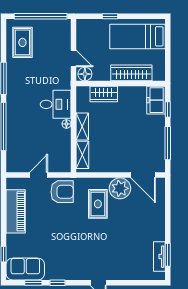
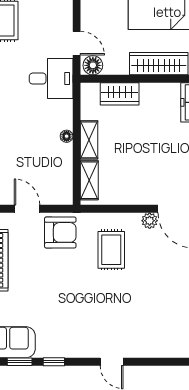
desk: (56, 104) -> (51, 79), moved
door: (39, 175) -> (27, 209), hinge flipped
plant: (120, 188) -> (150, 221), width x0.53, depth x0.53

